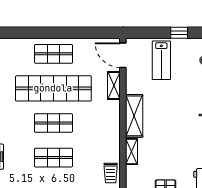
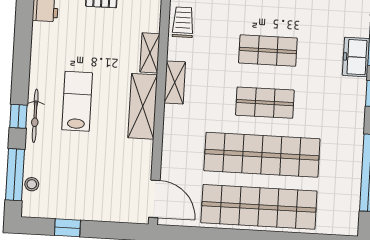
shop shelf: (53, 54) -> (259, 207), width x2.00, depth x1.36
lab bench: (161, 60) -> (77, 101), moved
shelving: (114, 85) -> (175, 82), moved

